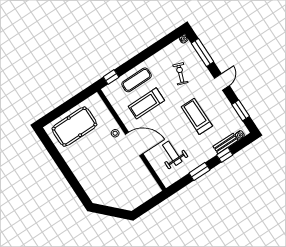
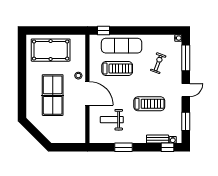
exercise mat: (137, 80) -> (122, 46), width x1.36, depth x1.45
treadmill: (146, 103) -> (117, 69), turned 180
treadmill: (197, 116) -> (149, 104), turned 90
weight bench: (172, 153) -> (112, 120), turned -90
window: (225, 155) -> (168, 147), moved
table tennis table: (103, 166) -> (53, 95), added

